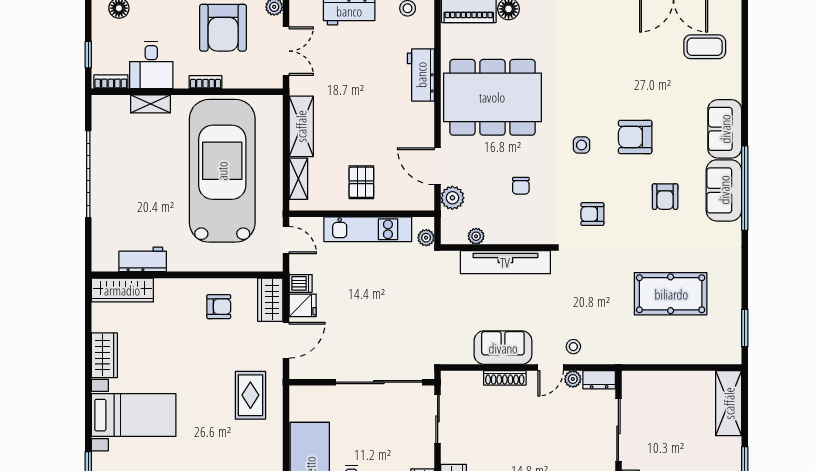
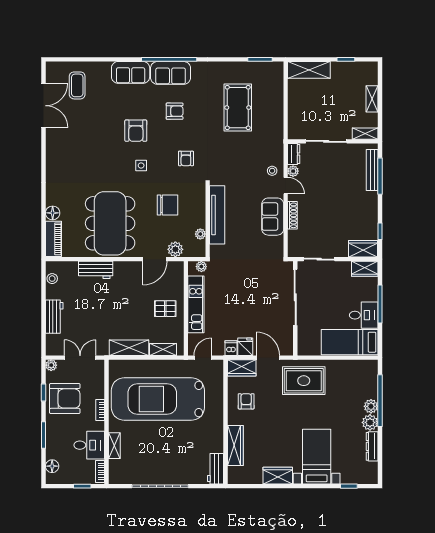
chair: (521, 186) -> (168, 205), width x1.87, depth x1.87
workbench: (143, 259) -> (215, 469), moved
wardrobe: (122, 290) -> (235, 446), moved
rug: (250, 395) -> (304, 381), width x1.36, depth x1.43

